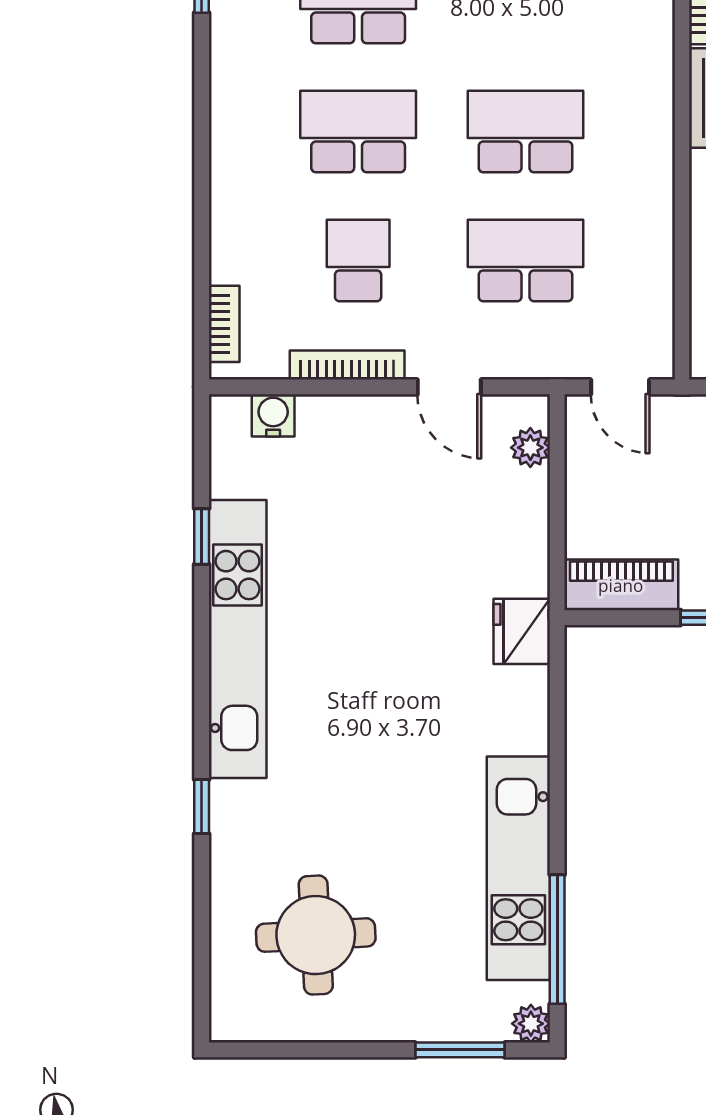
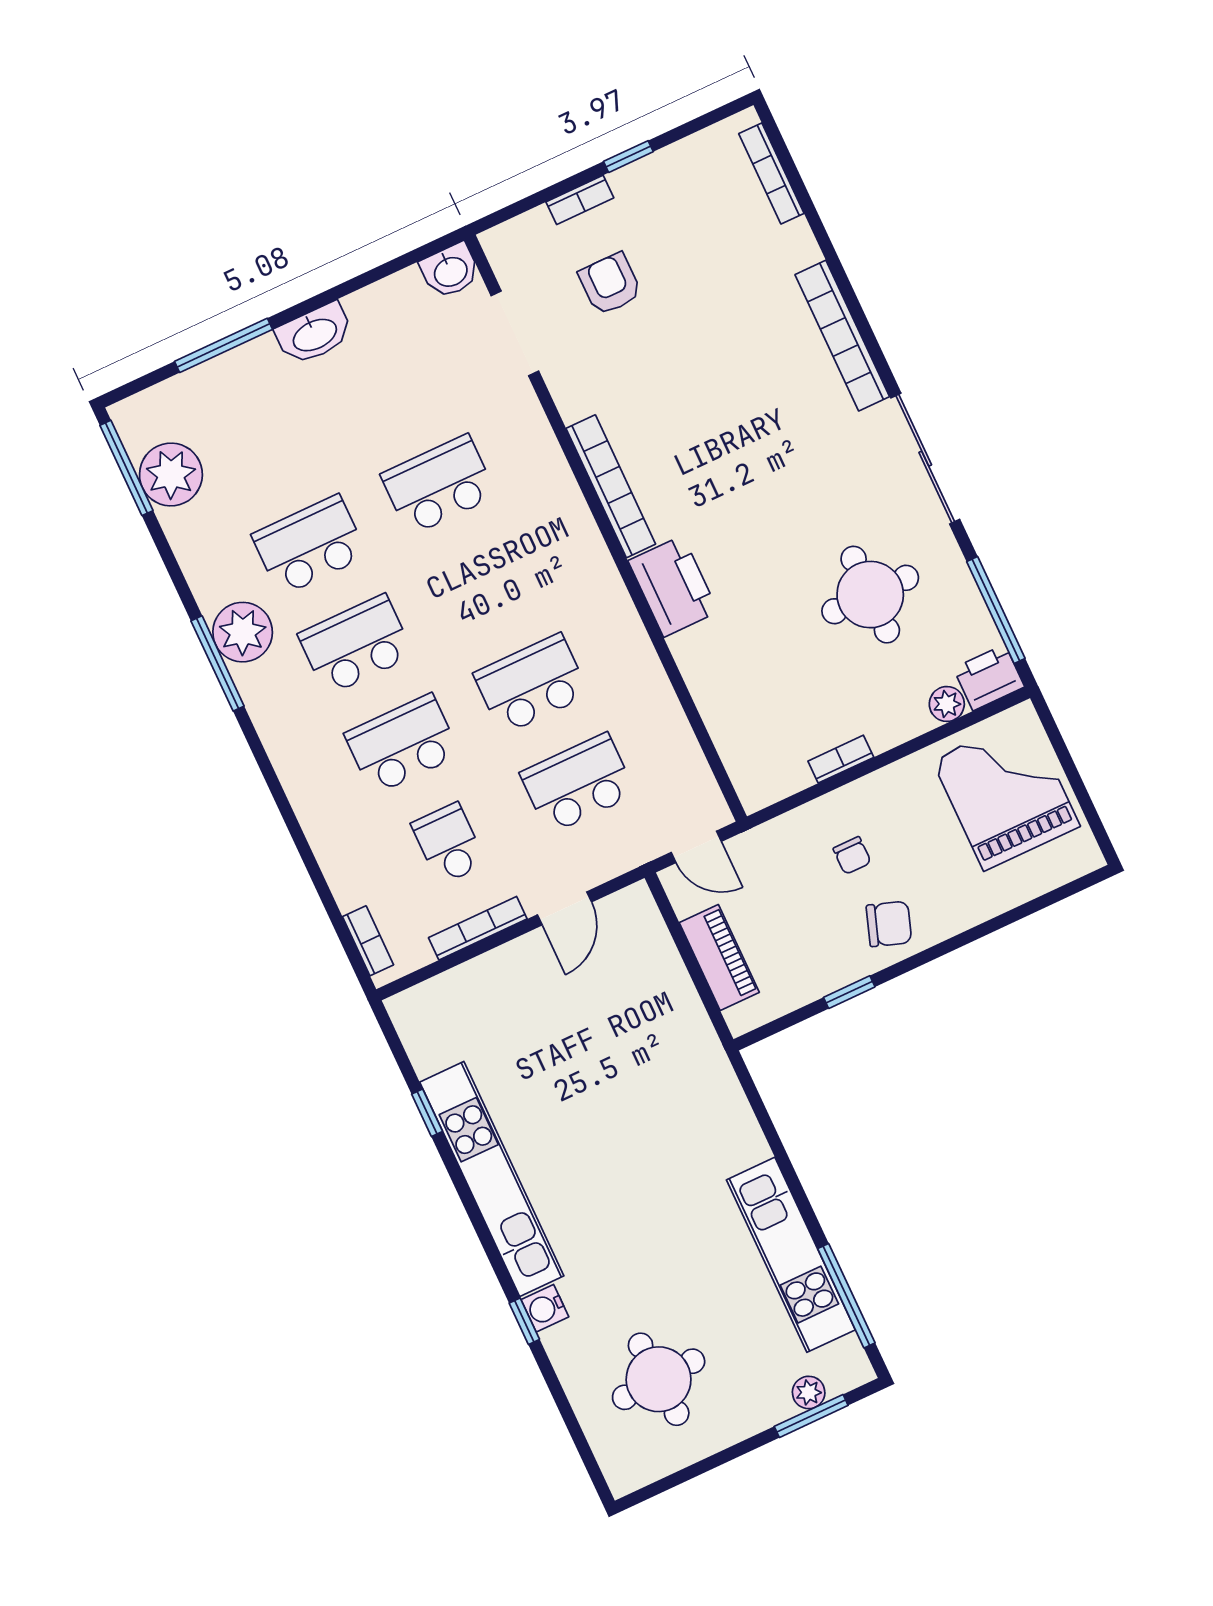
door: (449, 387) -> (564, 908), hinge flipped
water cooler: (273, 415) -> (545, 1308), moved, turned -90
plant: (530, 448) -> (649, 926), removed
piano: (621, 585) -> (719, 957), moved, turned 90
fridge: (522, 631) -> (708, 1071), removed
plant: (531, 1024) -> (809, 1392), moved

